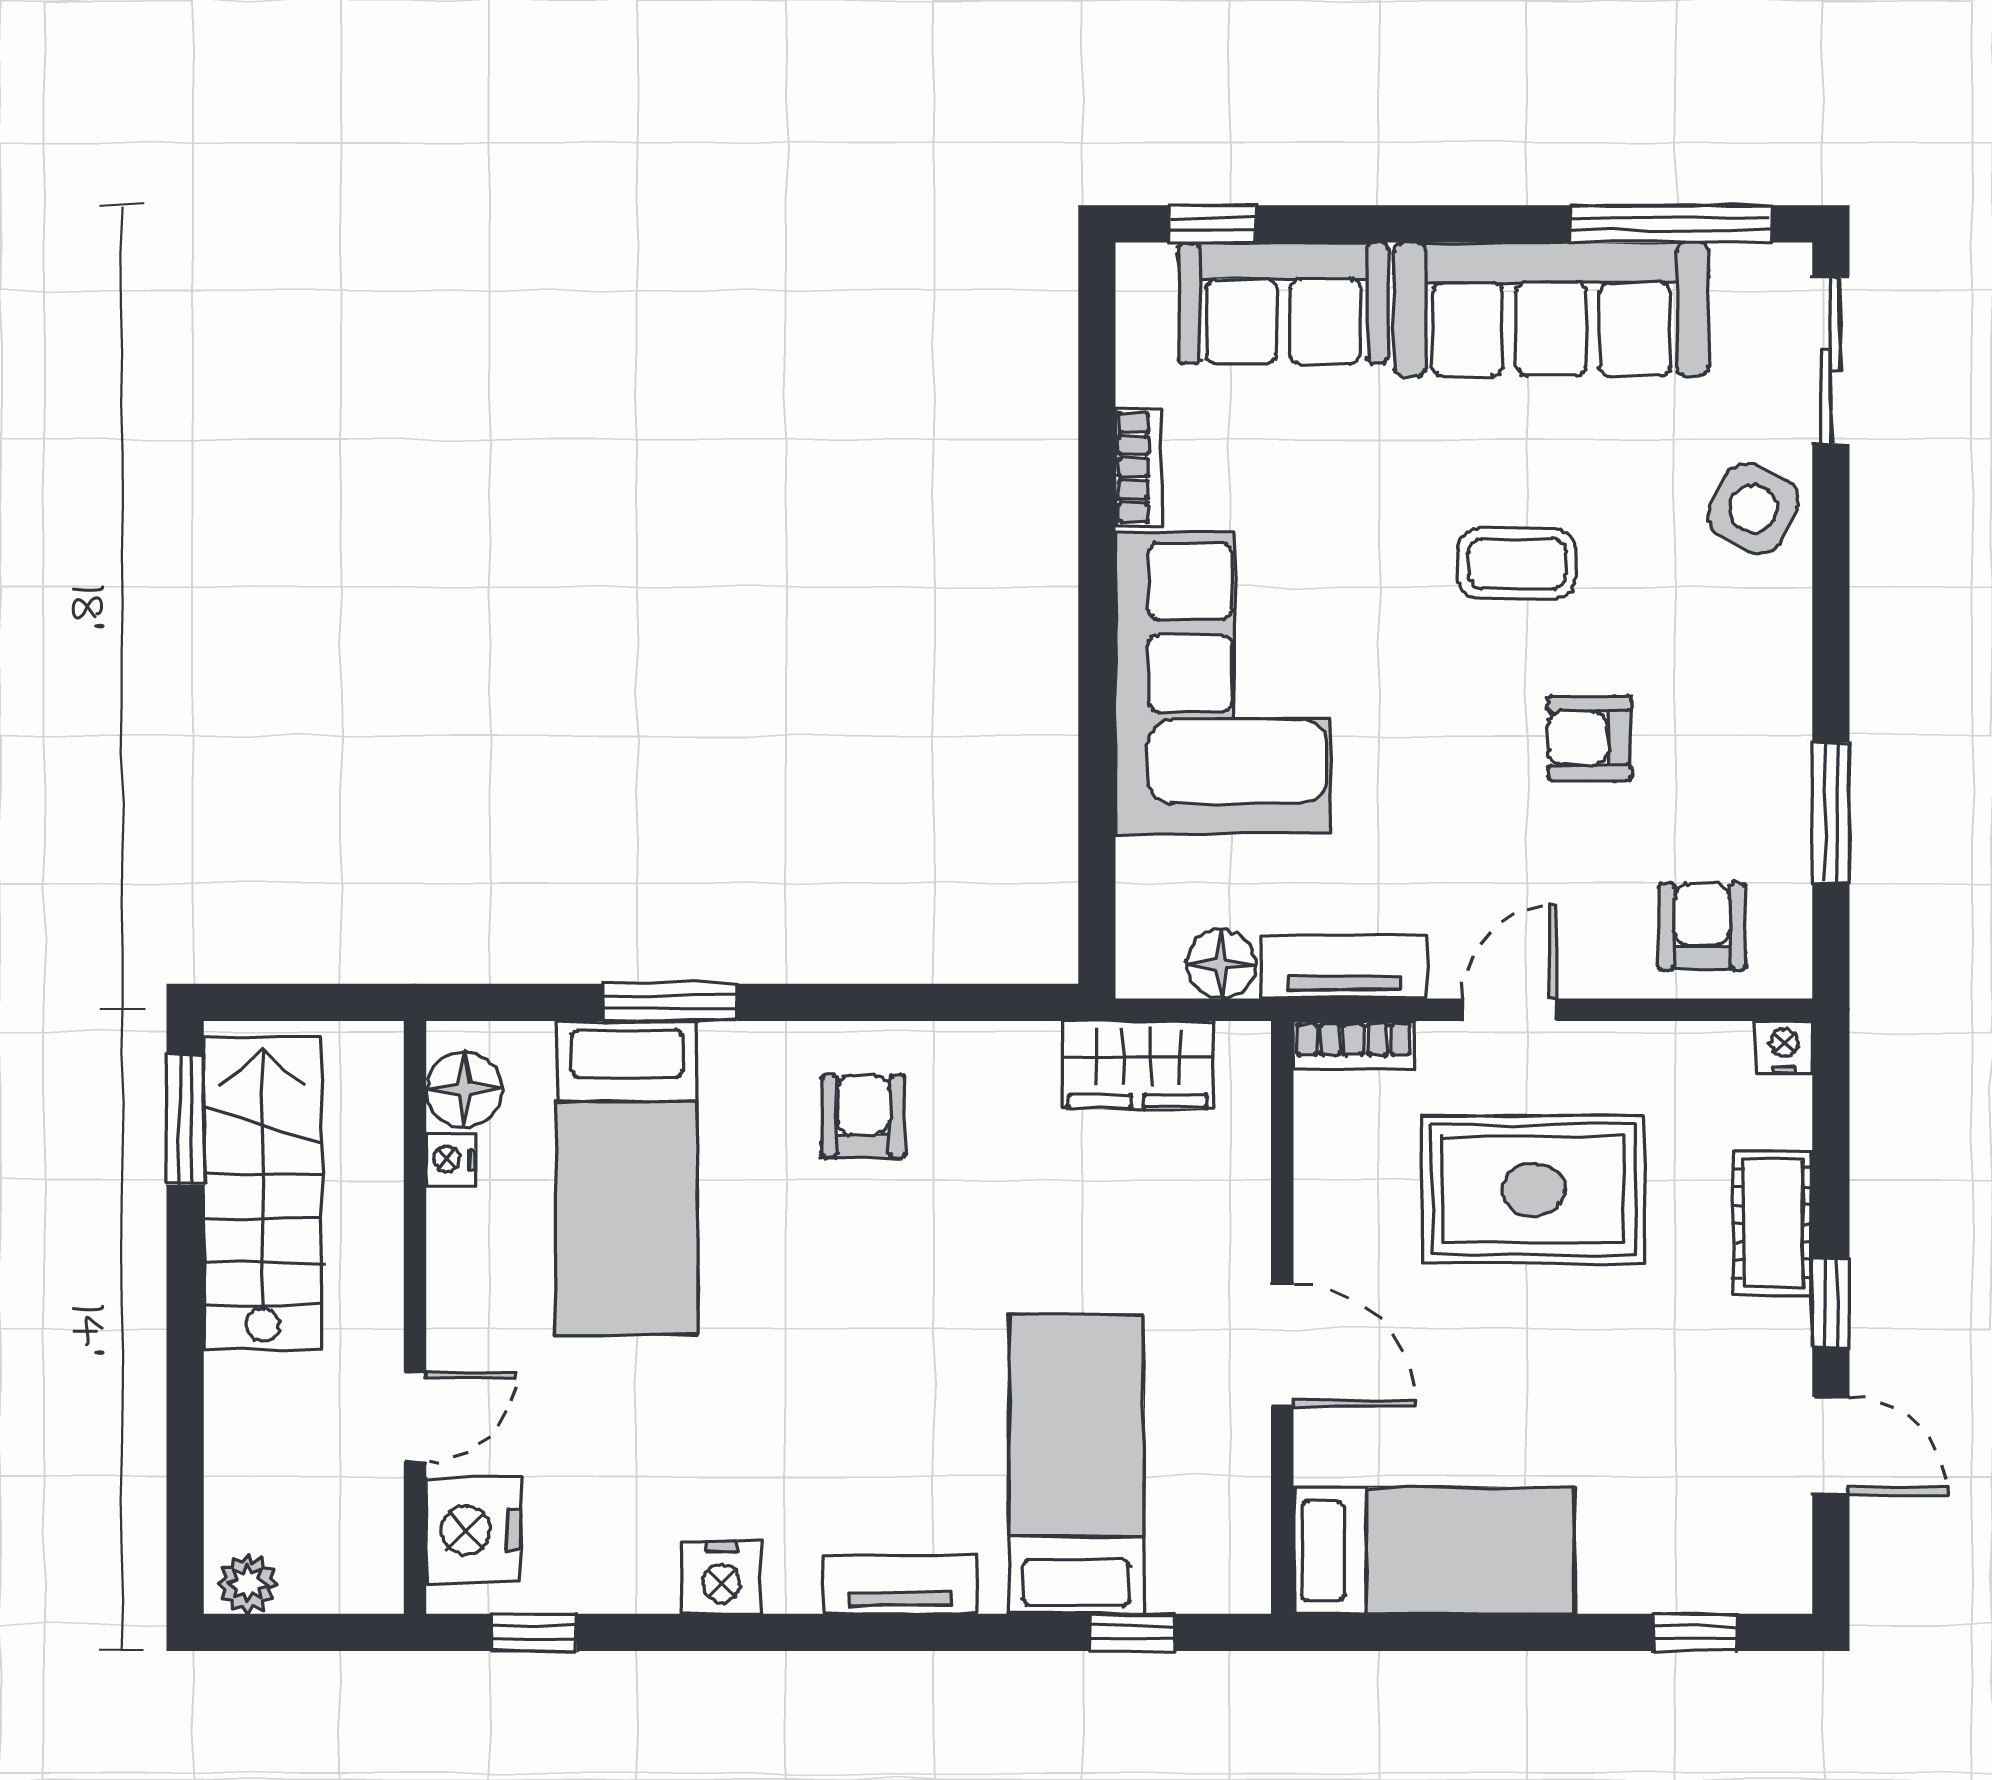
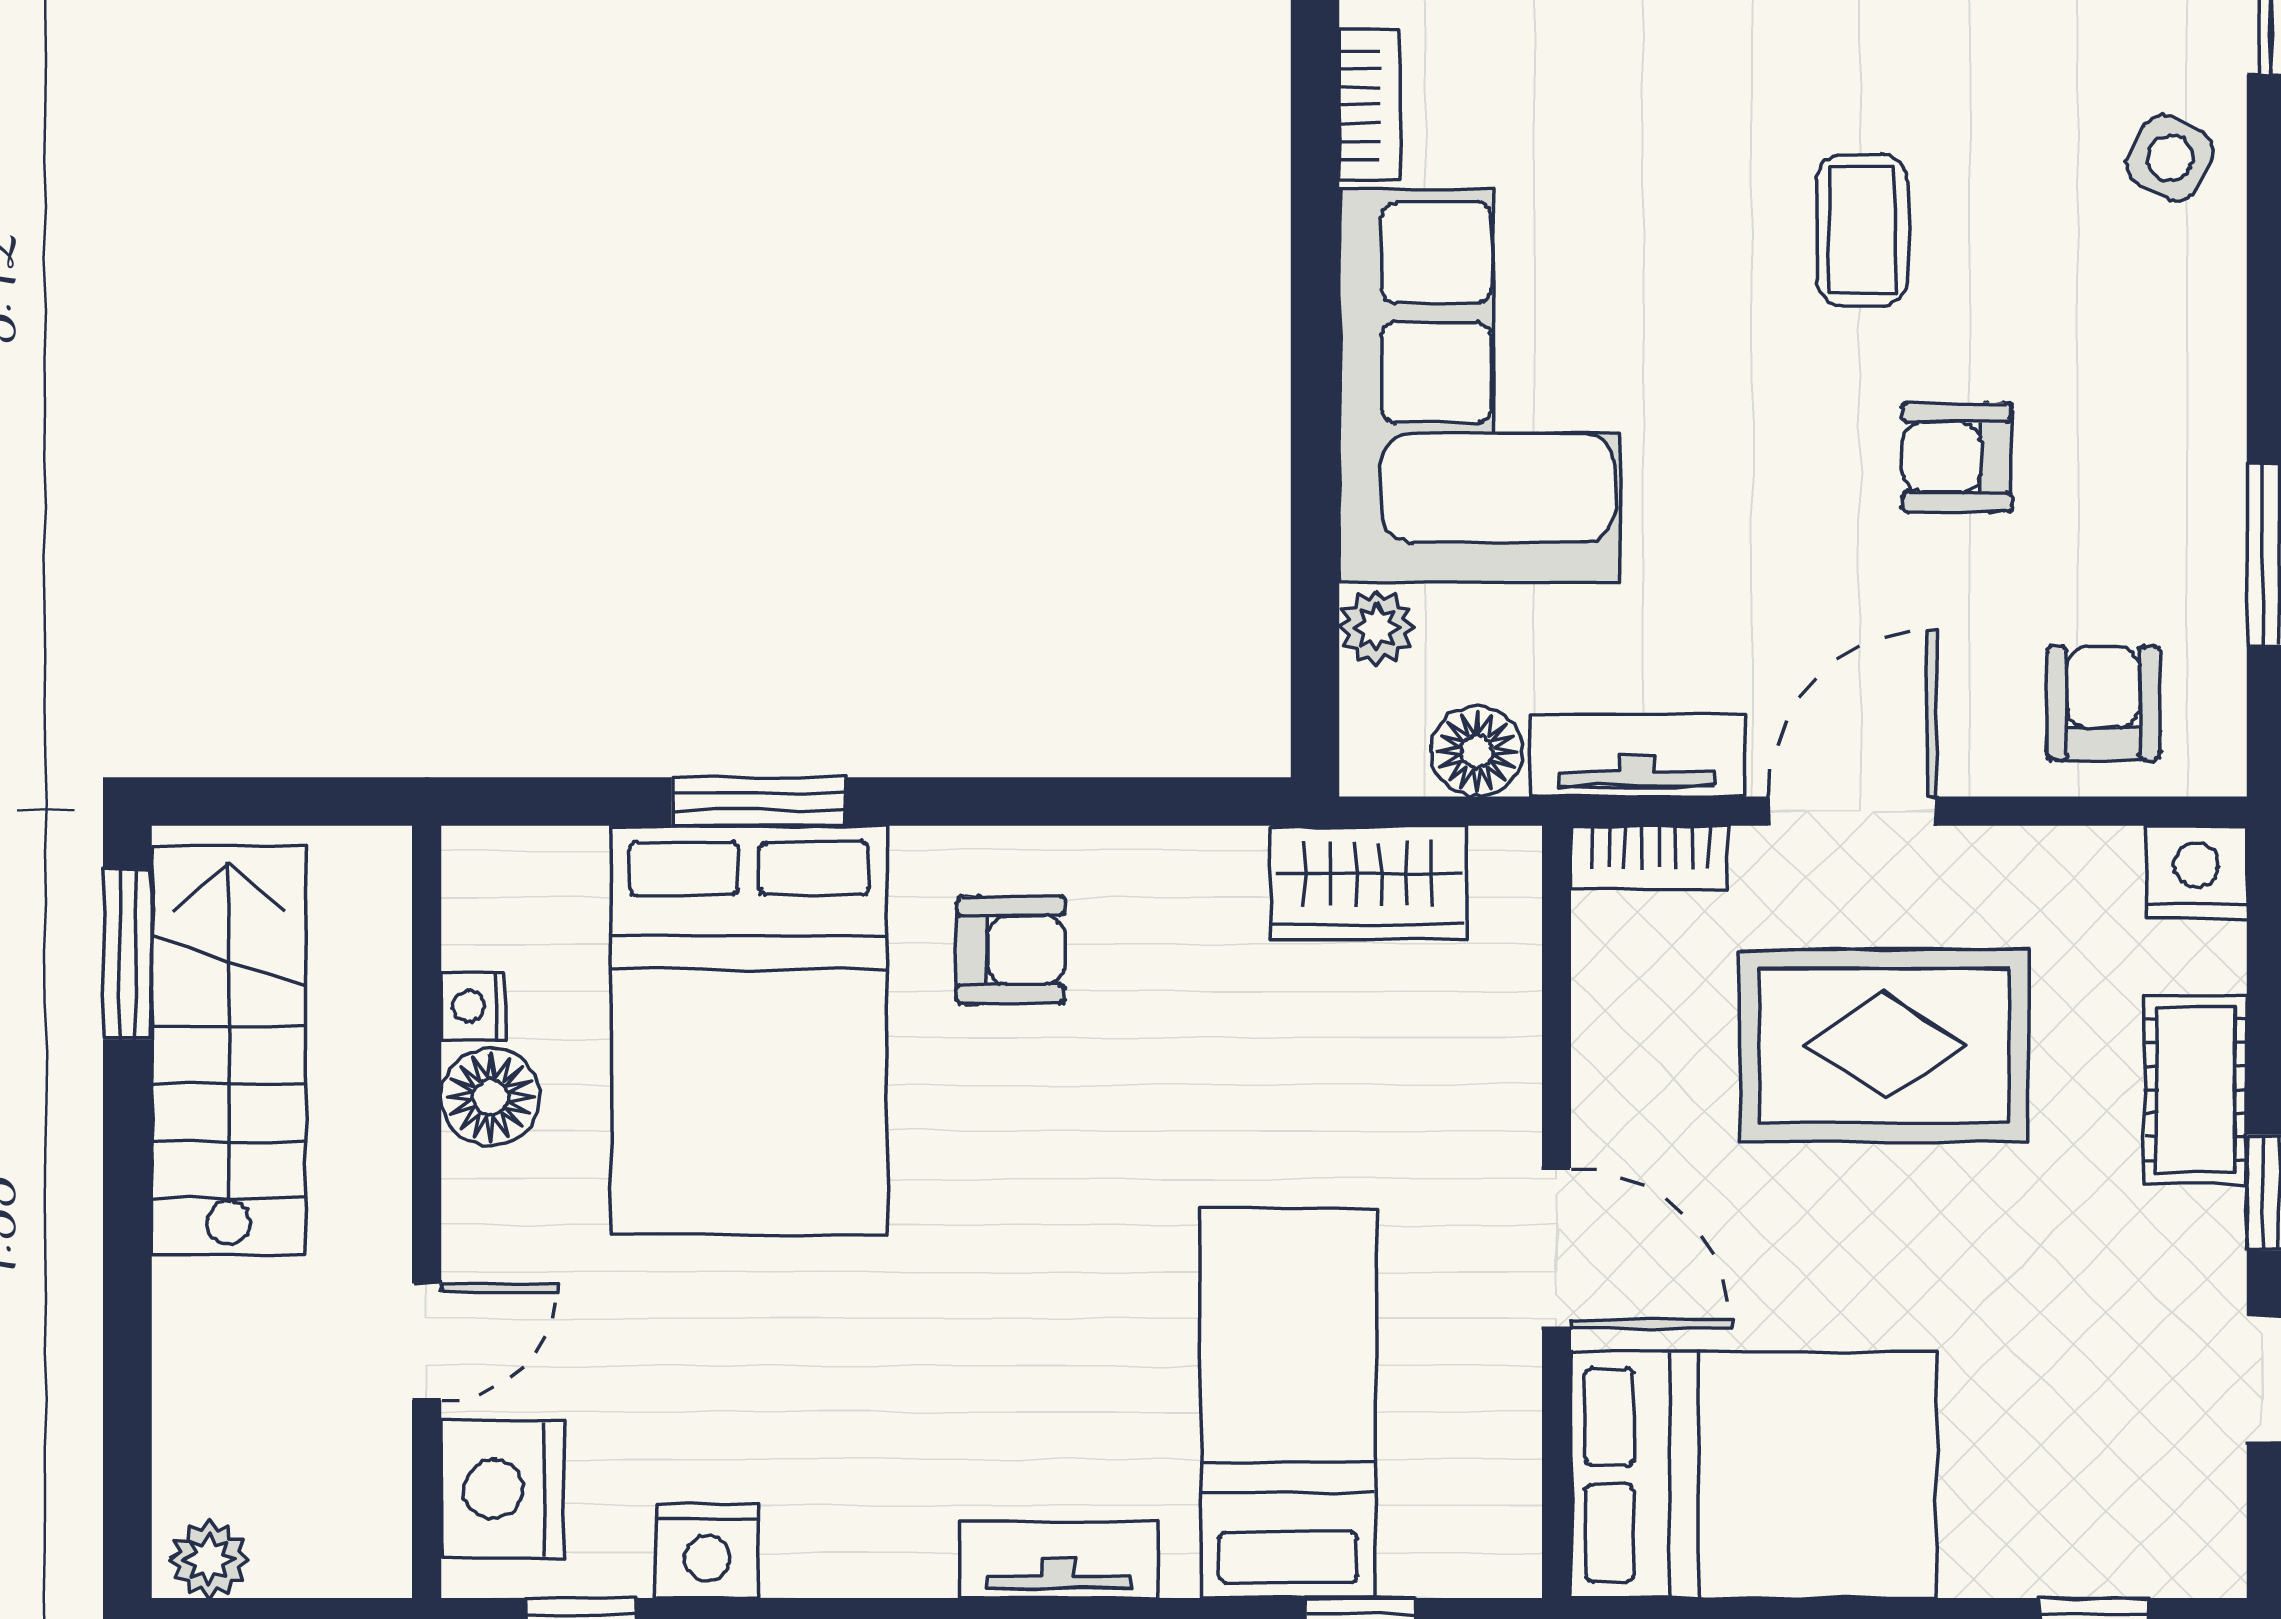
side table: (1753, 508) -> (2170, 158), width x0.73, depth x0.73
coffee table: (1517, 564) -> (1862, 230), turned 90
plant: (1144, 869) -> (1377, 628), added
door: (1509, 1010) -> (1852, 811), width x1.38
nightstand: (1784, 1047) -> (2196, 872), width x1.39, depth x1.35
floor lamp: (464, 1089) -> (491, 1097), moved
armchair: (863, 1116) -> (1011, 950), turned 90
bed: (627, 1178) -> (749, 1030), width x1.50
bed: (1434, 1551) -> (1754, 1475), width x1.50
nightstand: (722, 1578) -> (708, 1551), moved

